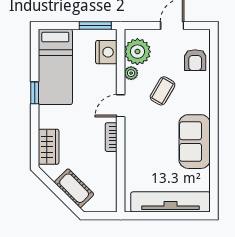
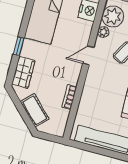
window: (35, 93) -> (19, 46), moved
bookcase: (111, 137) -> (69, 97), moved

